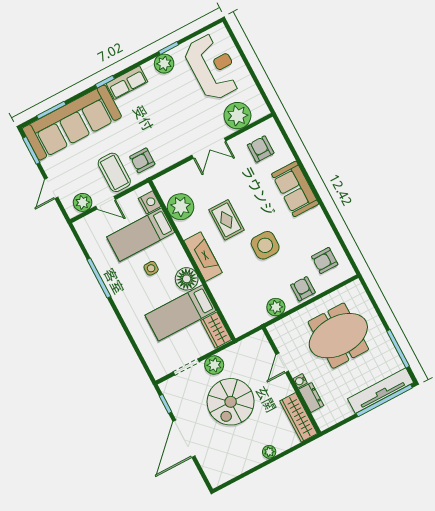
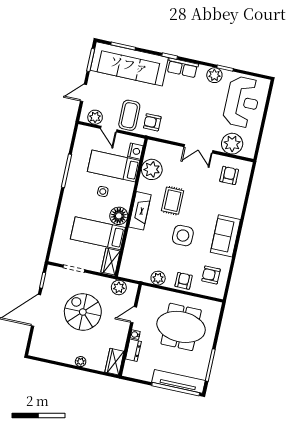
sofa: (295, 189) -> (225, 236), moved
plant: (214, 365) -> (119, 287), moved
spiral stairs: (231, 402) -> (83, 312), turned 90
wardrobe: (298, 417) -> (114, 362), width x0.67

